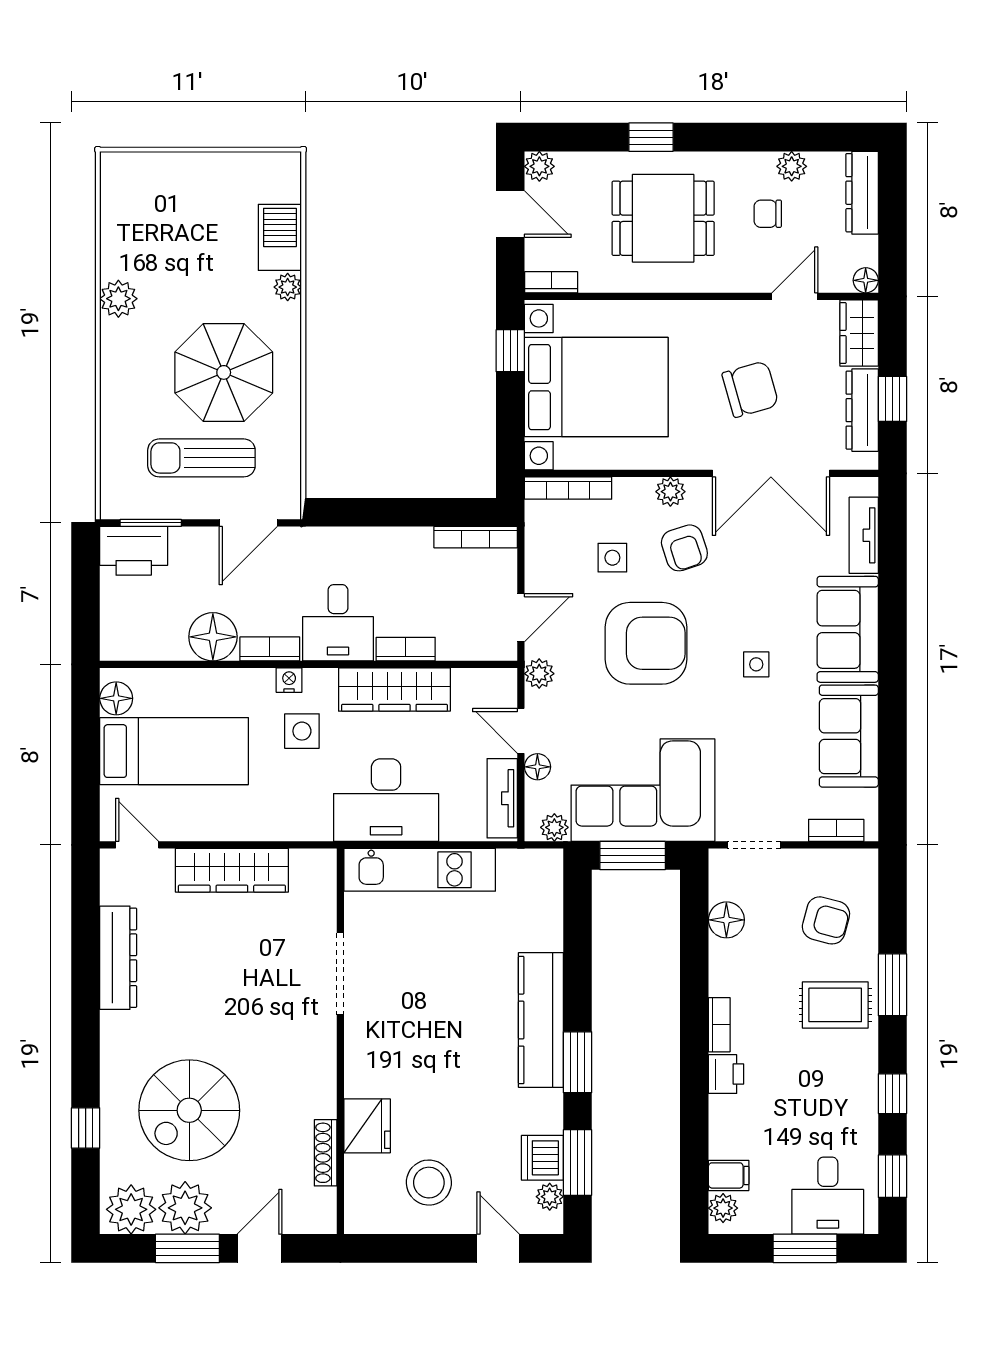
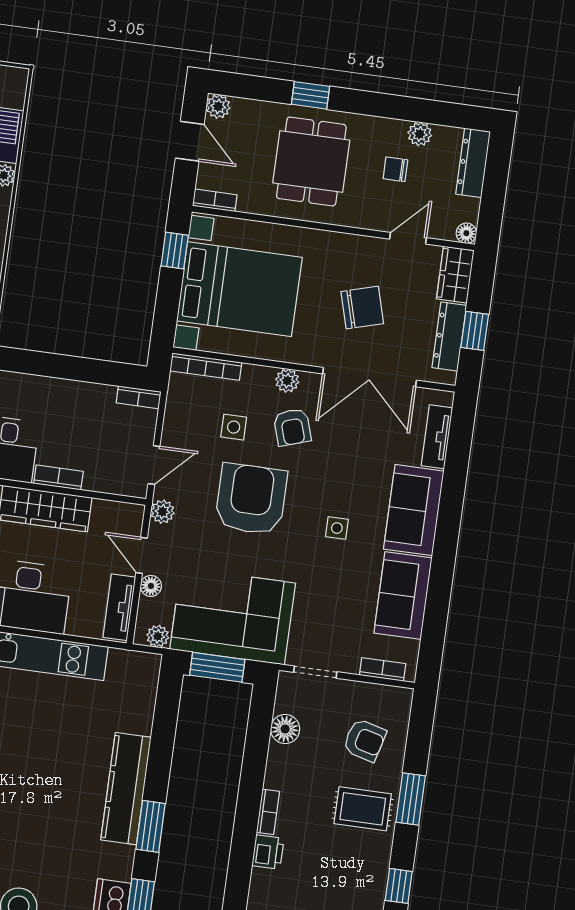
dining table: (663, 218) -> (311, 161), turned 90
bookcase: (476, 537) -> (139, 397), width x0.64
armchair: (646, 643) -> (251, 499), turned -90

